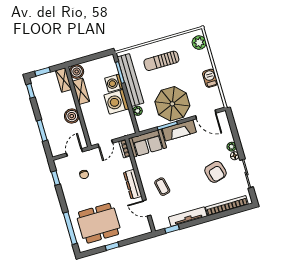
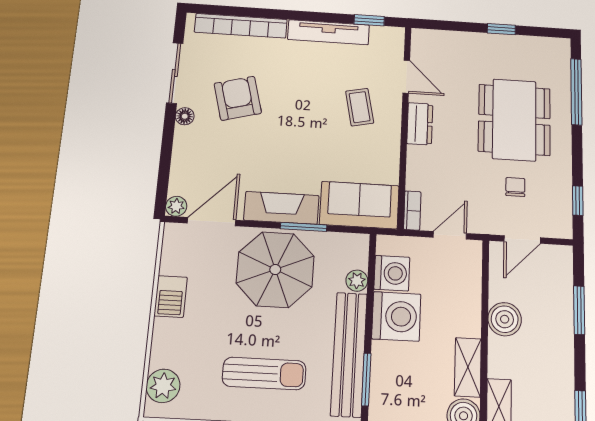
washing machine: (114, 83) -> (392, 273), moved
door: (206, 114) -> (212, 222), hinge flipped
plant: (232, 147) -> (176, 206), moved
dresser: (133, 184) -> (420, 124), width x0.70
dining table: (99, 223) -> (514, 120), moved, turned 90

